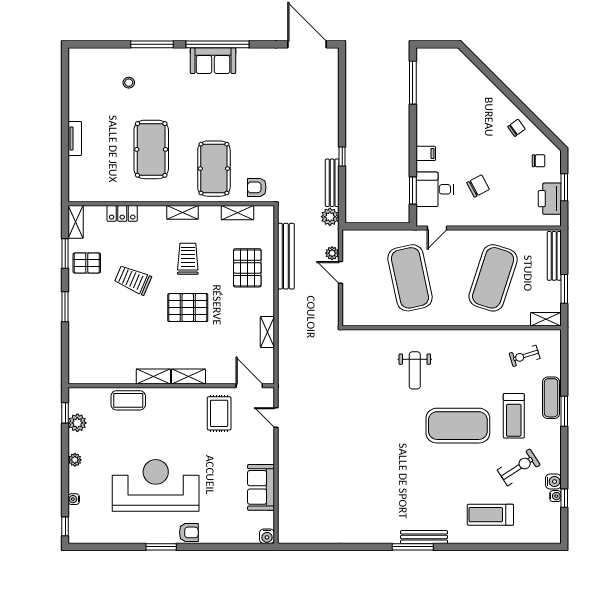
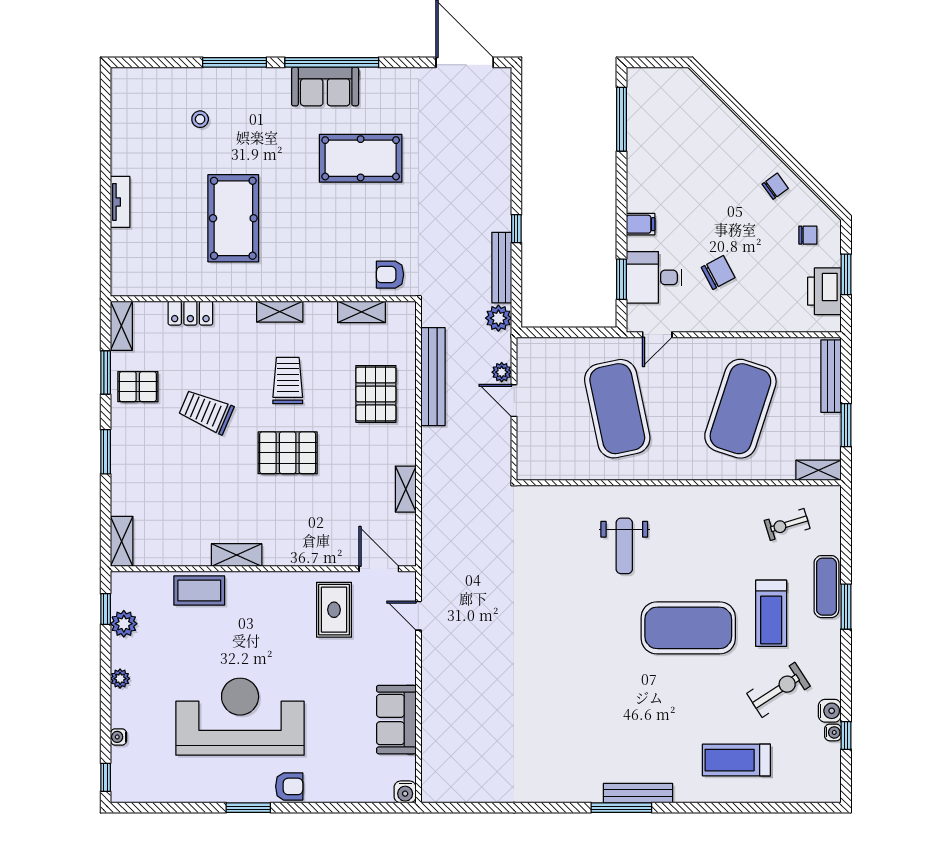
pool table: (214, 169) -> (361, 158), moved, turned 90
shelving: (188, 377) -> (122, 541), moved, turned 90

